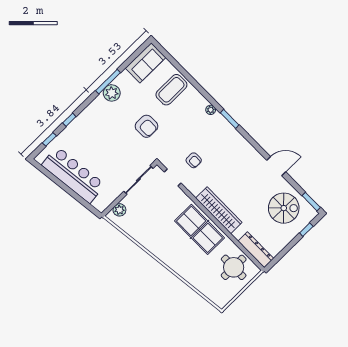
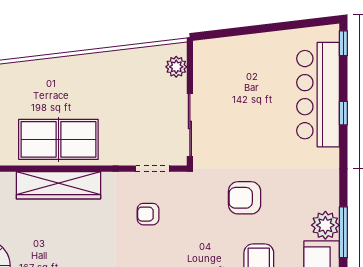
window: (108, 82) -> (343, 232), moved
plant: (112, 93) -> (325, 225), moved
window: (49, 139) -> (343, 43), moved
bar counter: (73, 175) -> (318, 95), moved, turned 97

